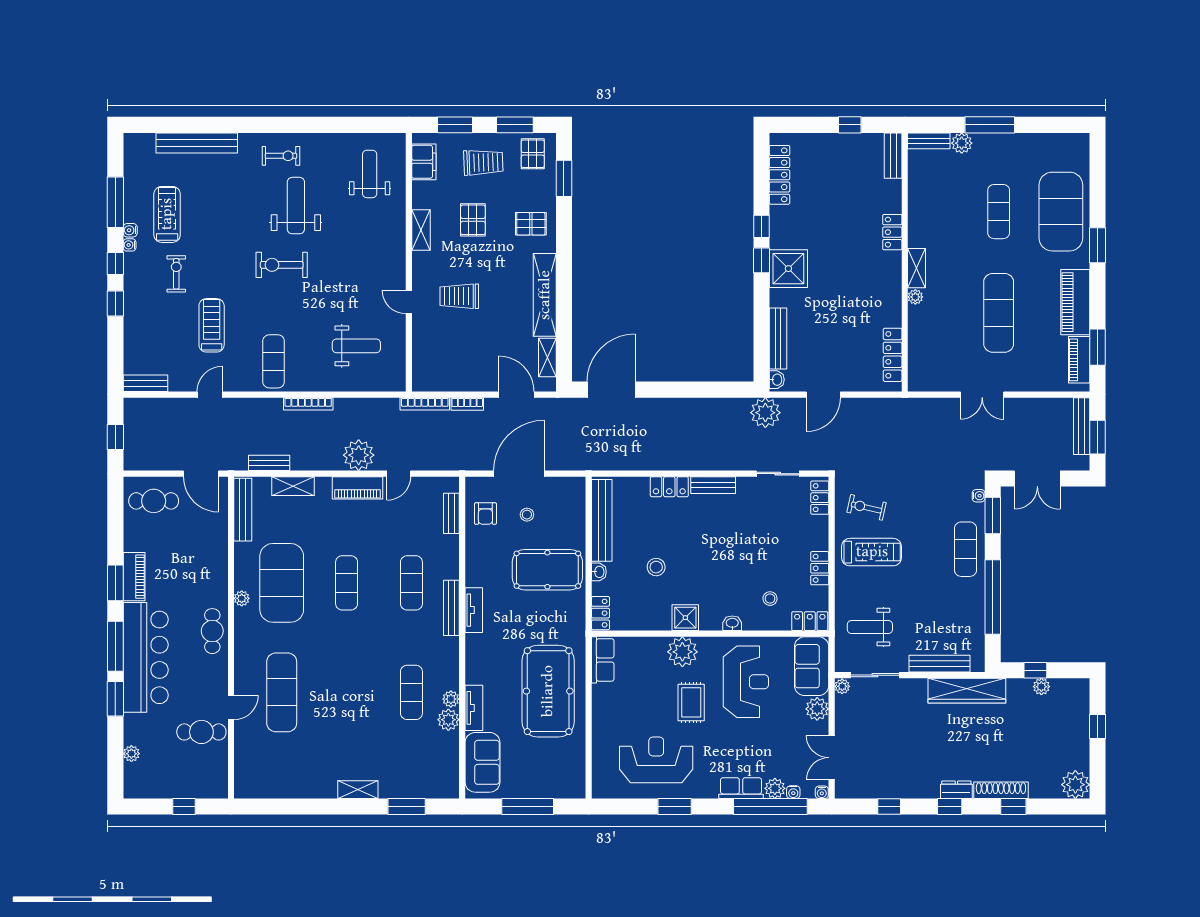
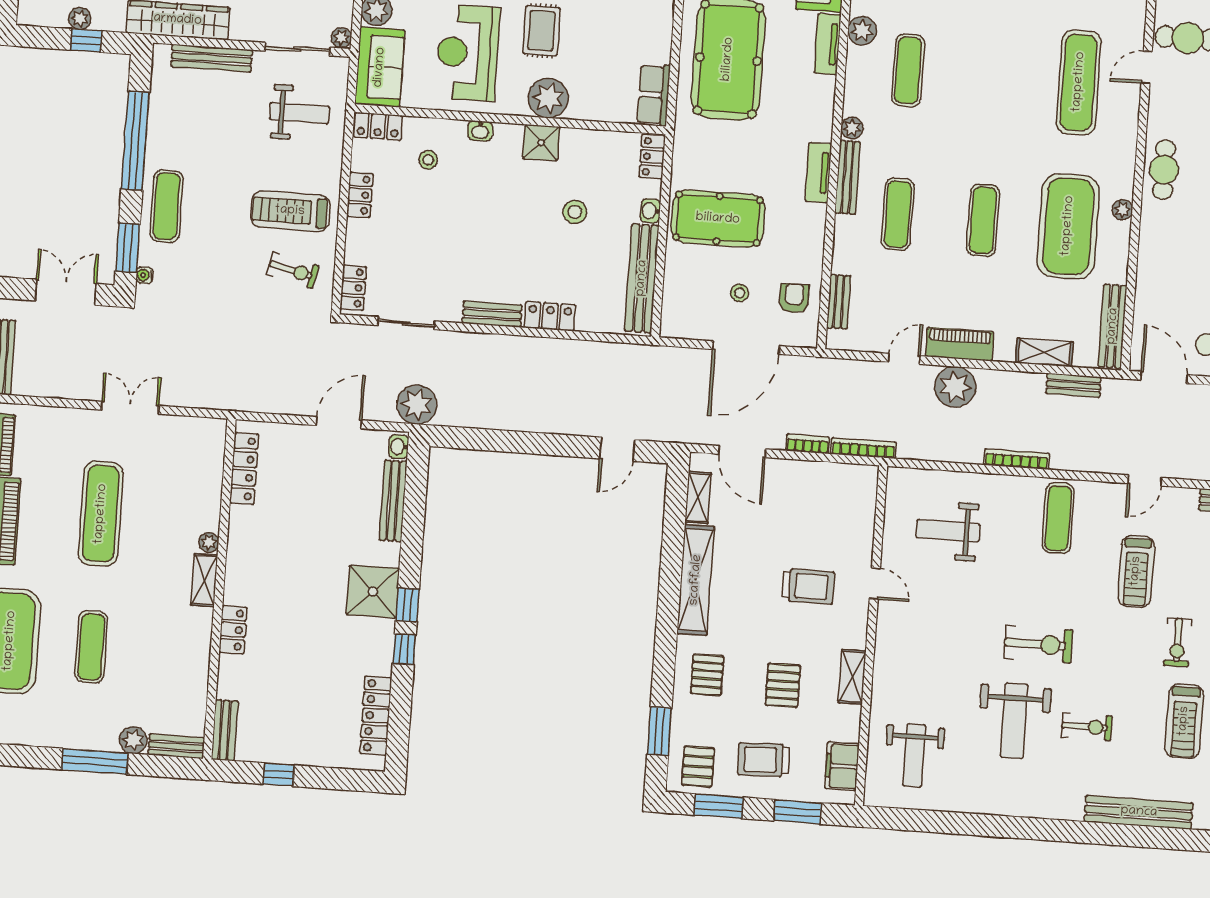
exercise bike: (281, 156) -> (1087, 727), moved, turned 180
pallet: (531, 224) -> (707, 675), turned 90
door: (611, 390) -> (617, 449), width x0.53
plant: (451, 699) -> (852, 128), moved

